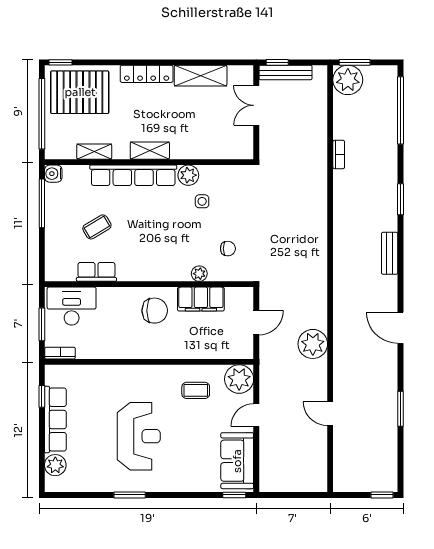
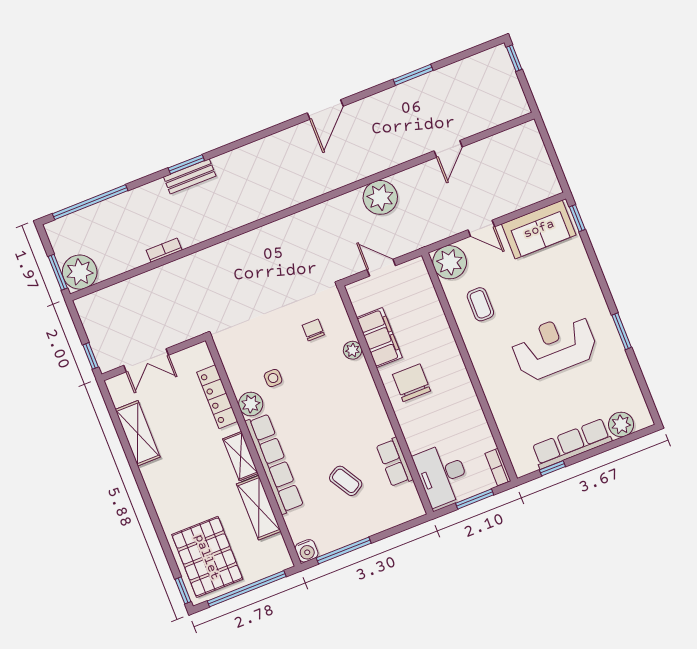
bench: (285, 73) -> (98, 343), removed
locker: (147, 74) -> (217, 397), moved, turned 180
shelving: (94, 152) -> (259, 508), width x1.50, depth x1.33
bench: (390, 253) -> (190, 176), moved

